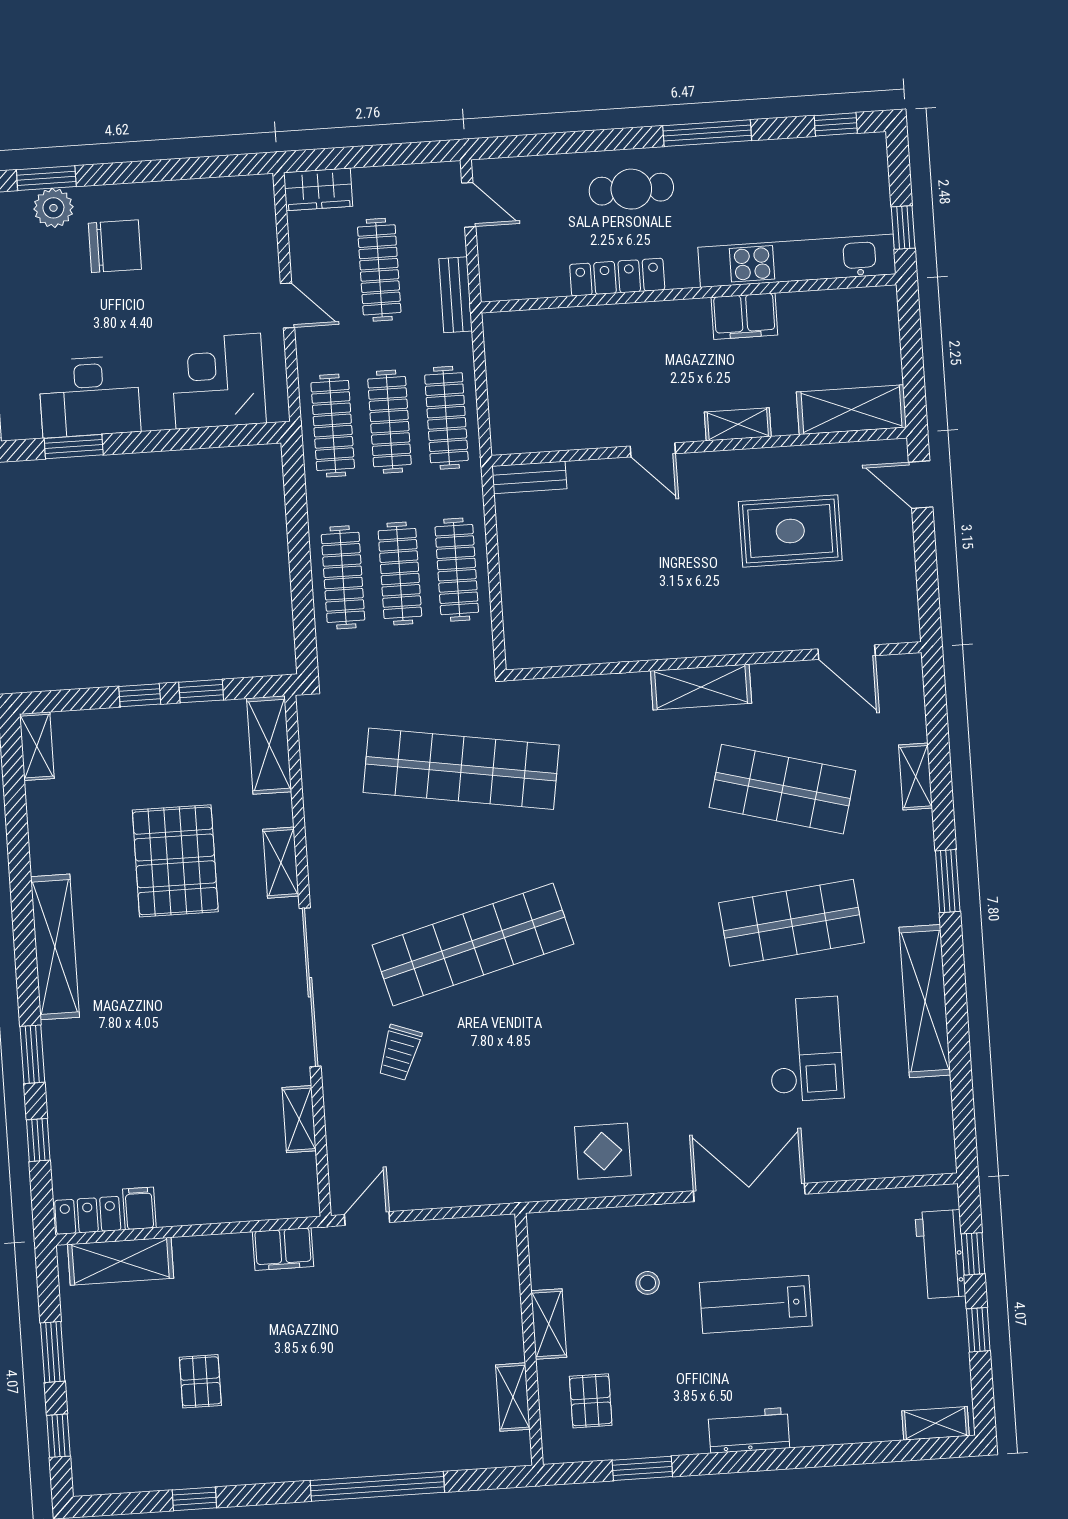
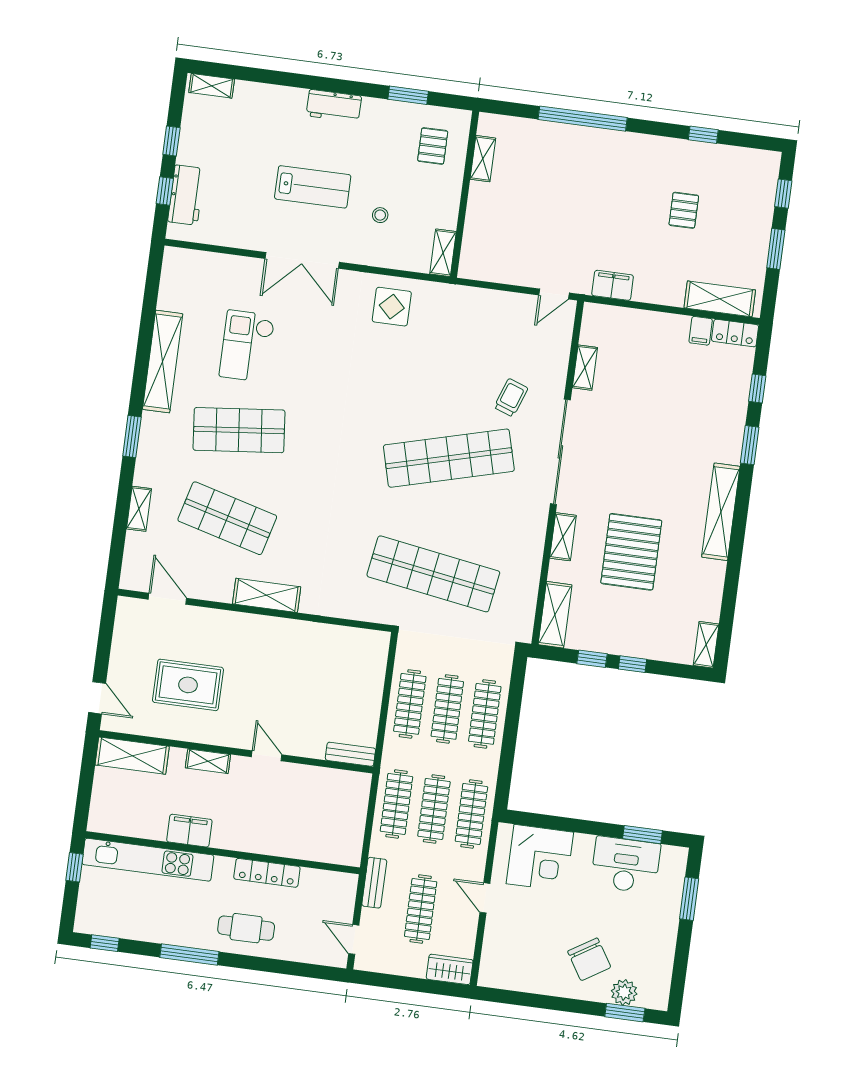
chair: (115, 246) -> (589, 959), turned -122
shelving: (549, 1324) -> (443, 253), moved

